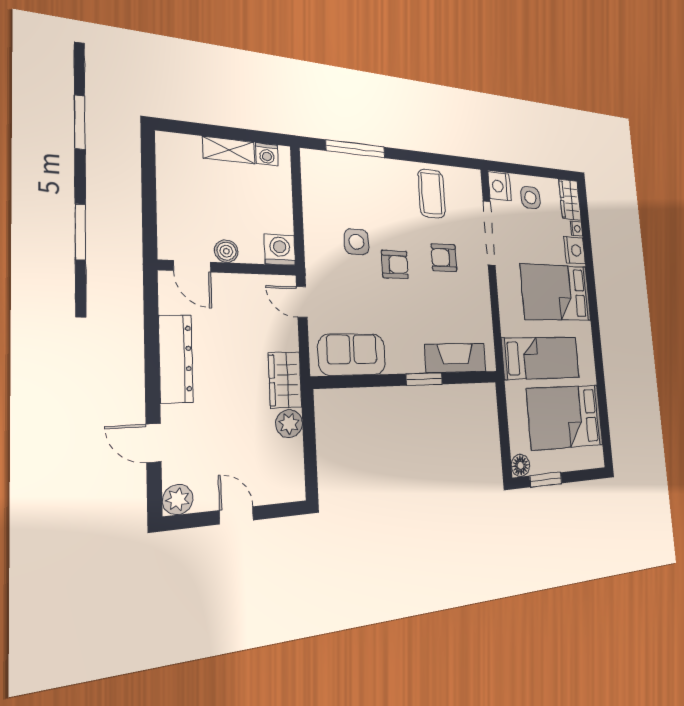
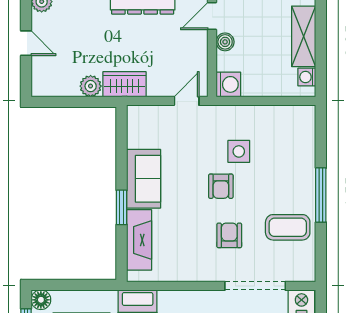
window: (356, 149) -> (321, 195), moved
shelving: (229, 150) -> (304, 36), width x1.50, depth x1.33
sofa: (352, 355) -> (144, 179), moved
door: (237, 515) -> (26, 43), hinge flipped

